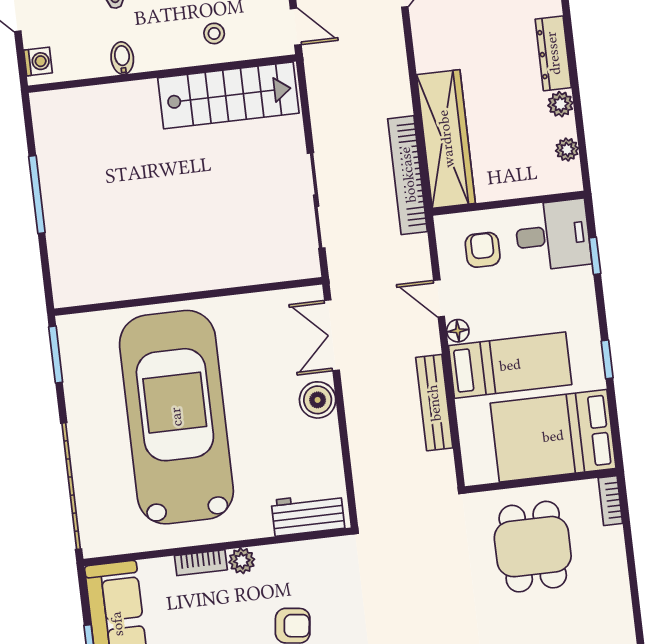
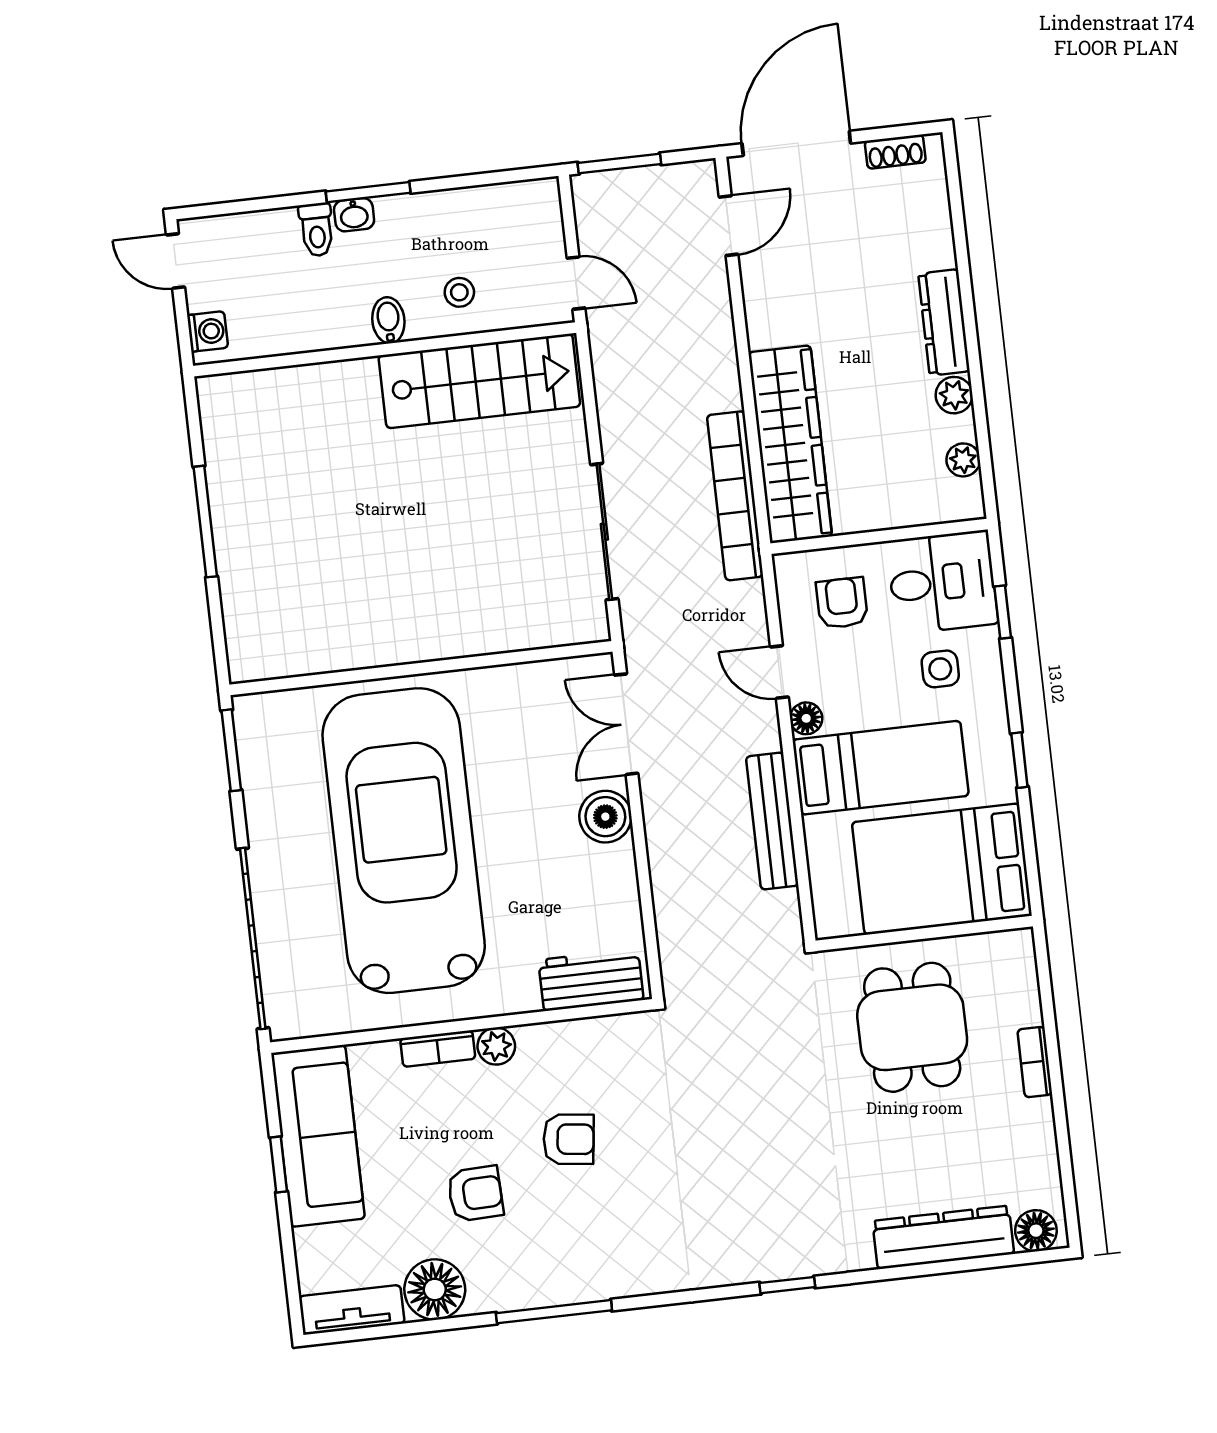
bidet: (122, 58) -> (388, 320), moved
side table: (551, 296) -> (940, 669), added
bookcase: (610, 501) -> (1035, 1062), moved

